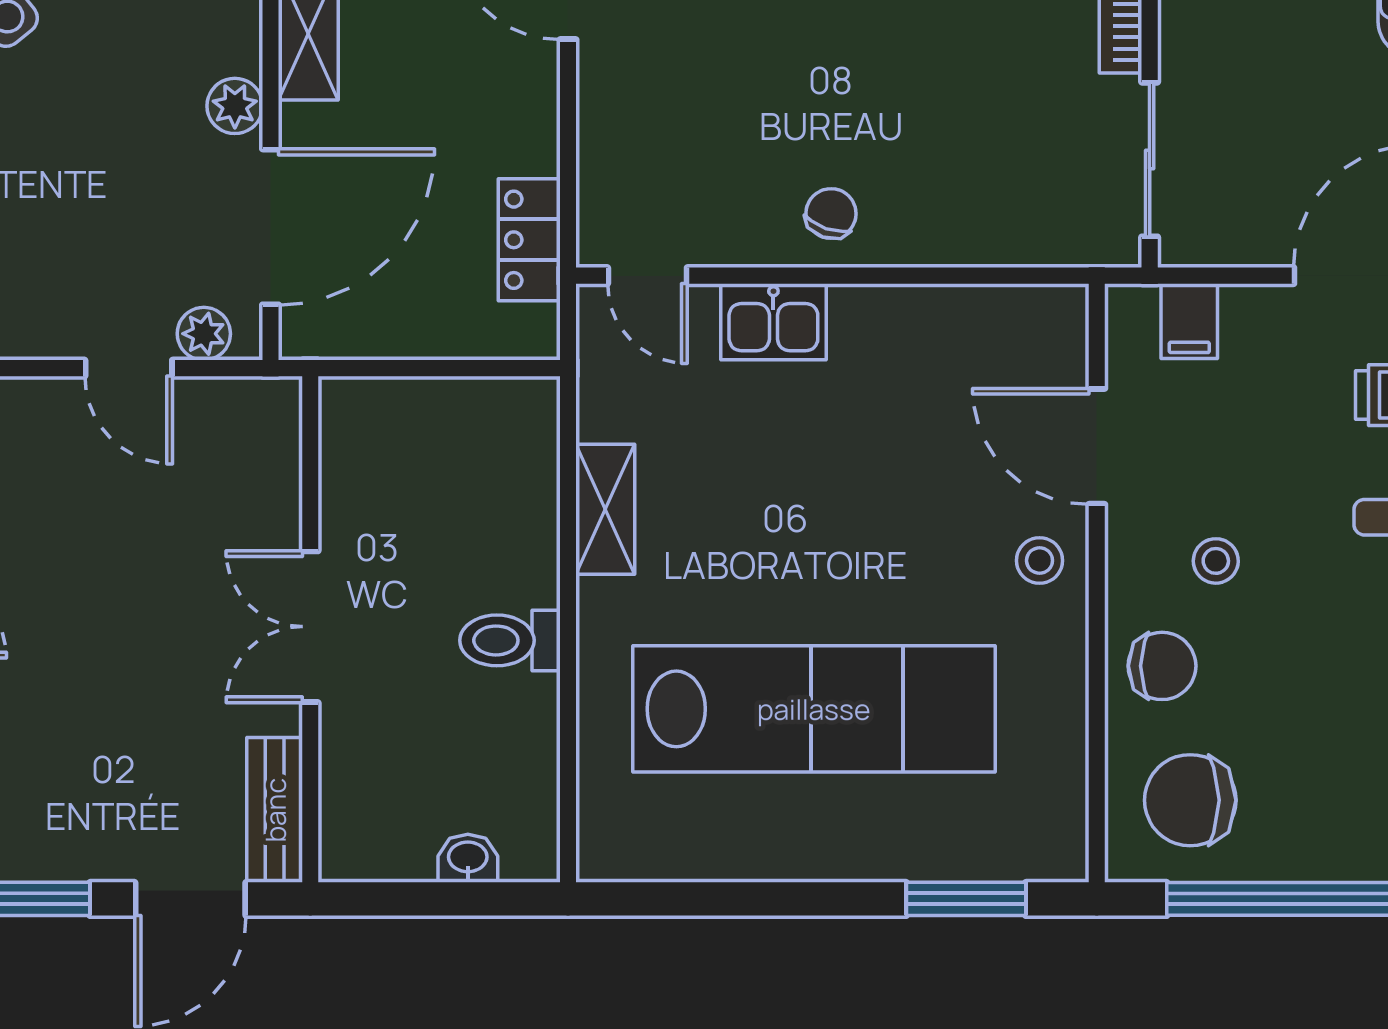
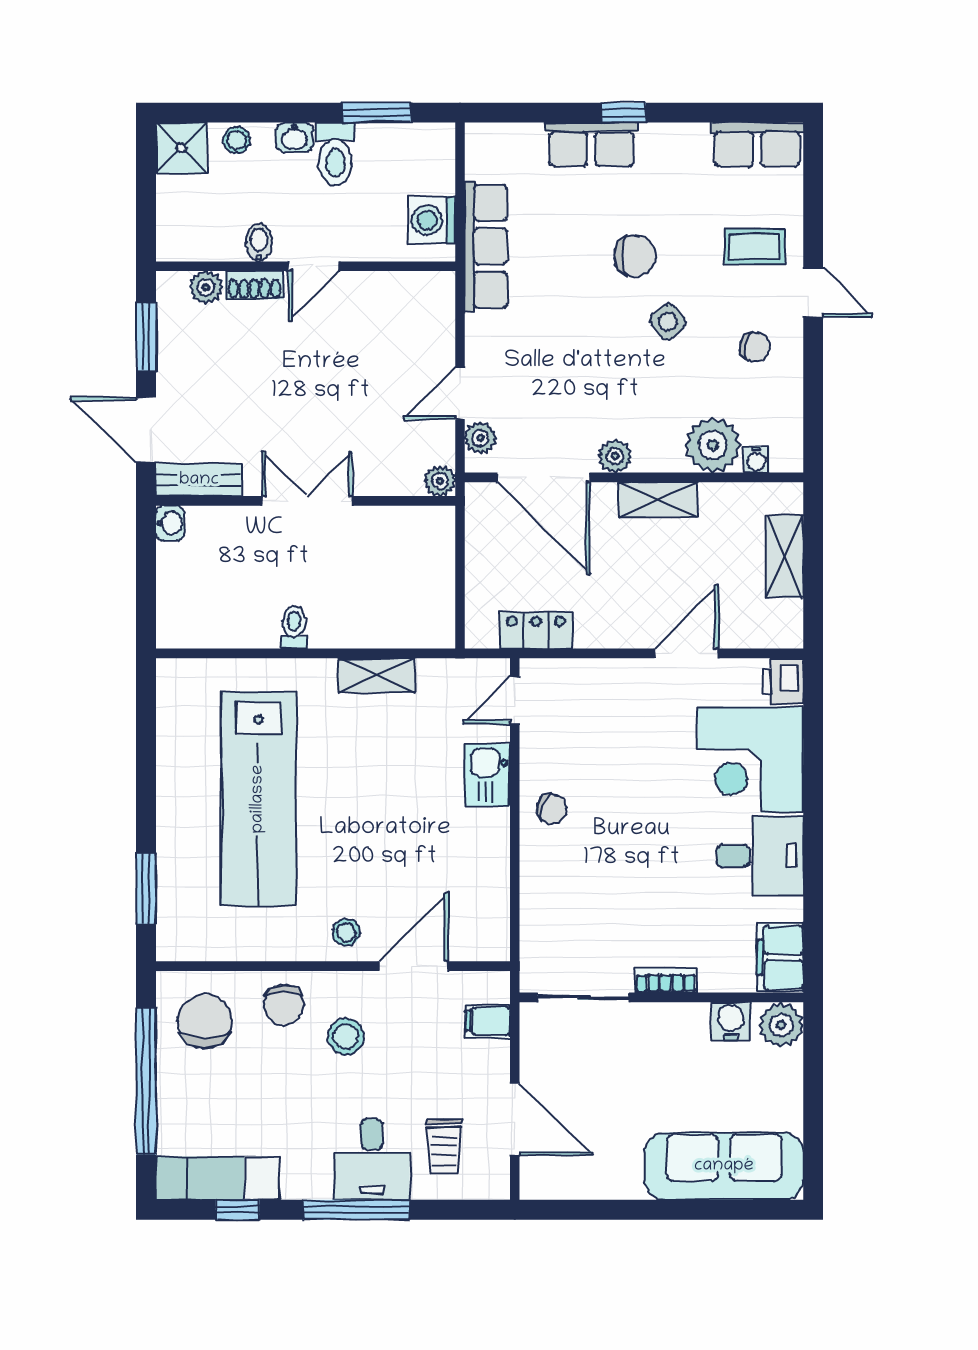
plant: (276, 402) -> (440, 481), added
stool: (1216, 561) -> (346, 1037), width x1.37, depth x1.37
toilet: (510, 640) -> (294, 627), width x0.73, depth x0.72
washbasin: (468, 858) -> (170, 523), moved

